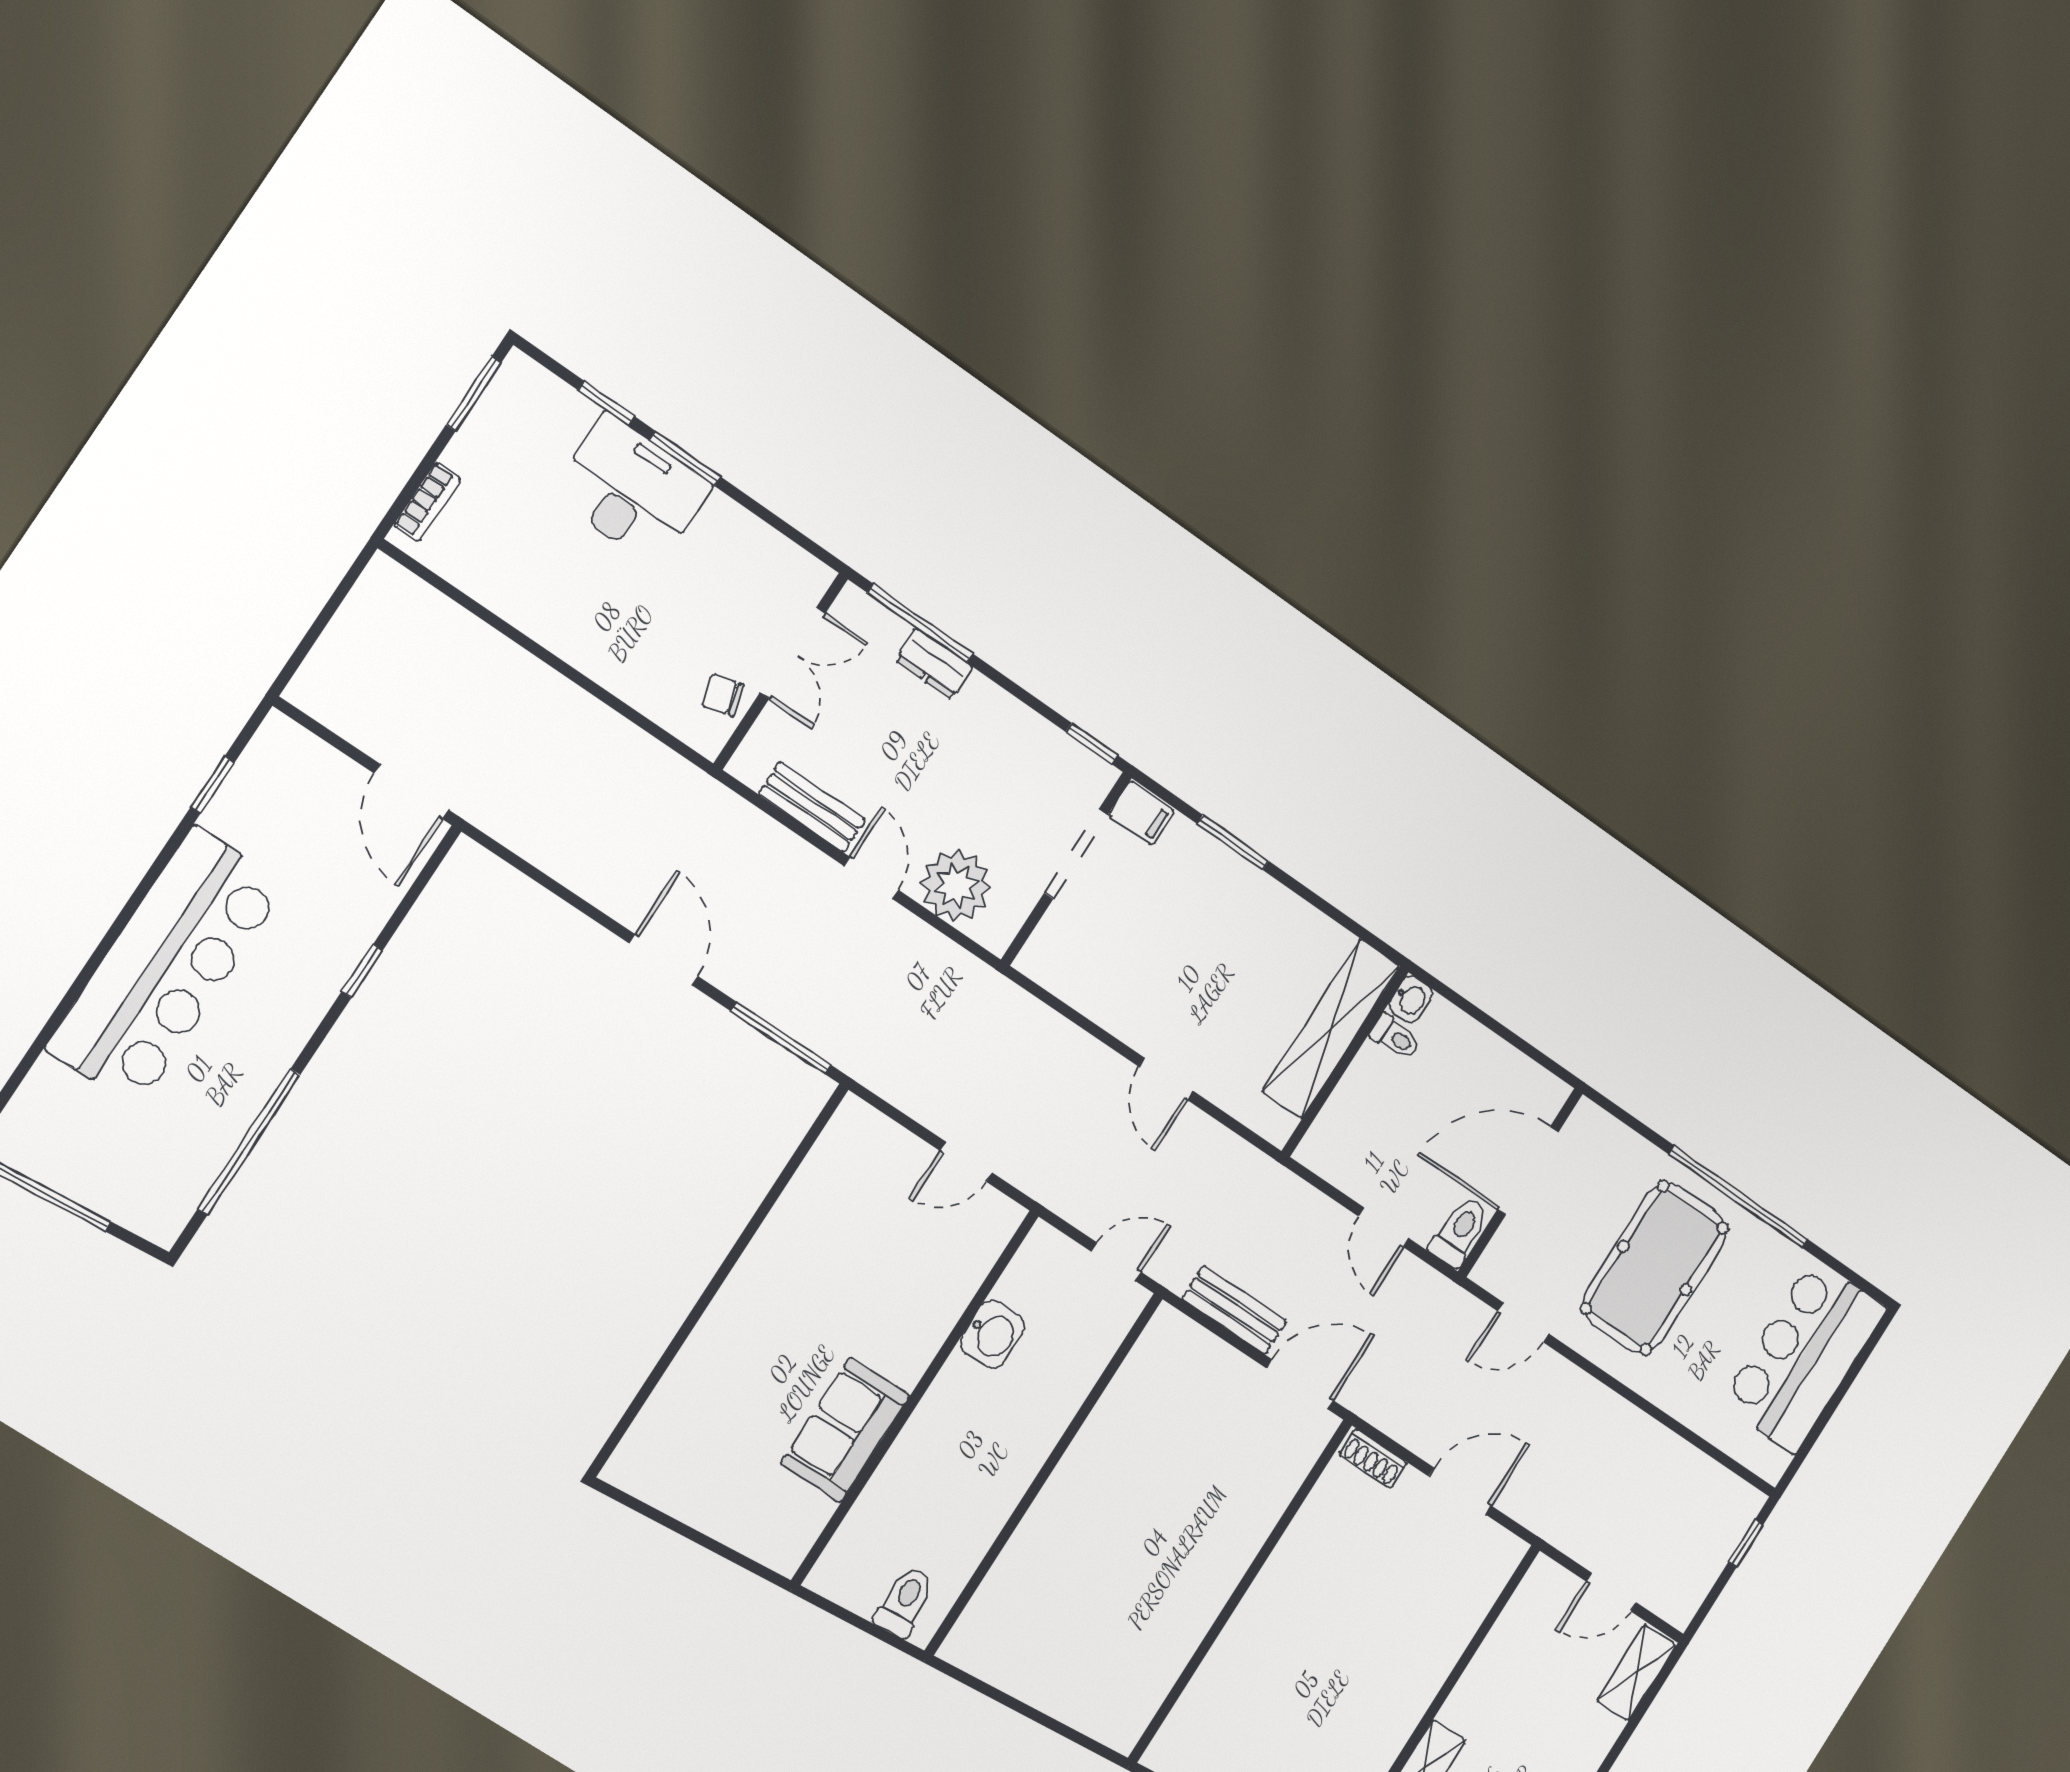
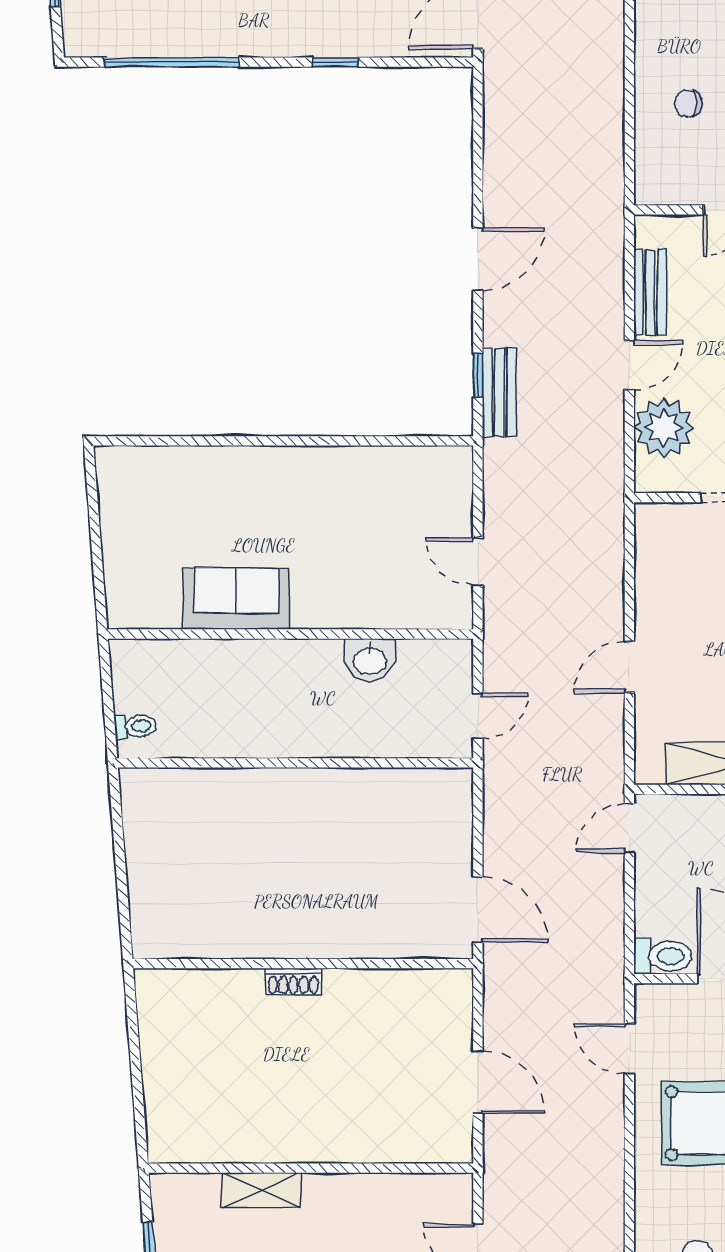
chair: (723, 695) -> (688, 103), moved, turned -75
window: (781, 1038) -> (478, 375), width x0.46
door: (1384, 1227) -> (629, 828), moved
door: (1116, 1262) -> (478, 716), hinge flipped
bench: (1234, 1310) -> (499, 393), moved
shoe rack: (1373, 1458) -> (293, 982), moved, turned -90
toilet: (905, 1601) -> (135, 726), width x0.73, depth x0.72

